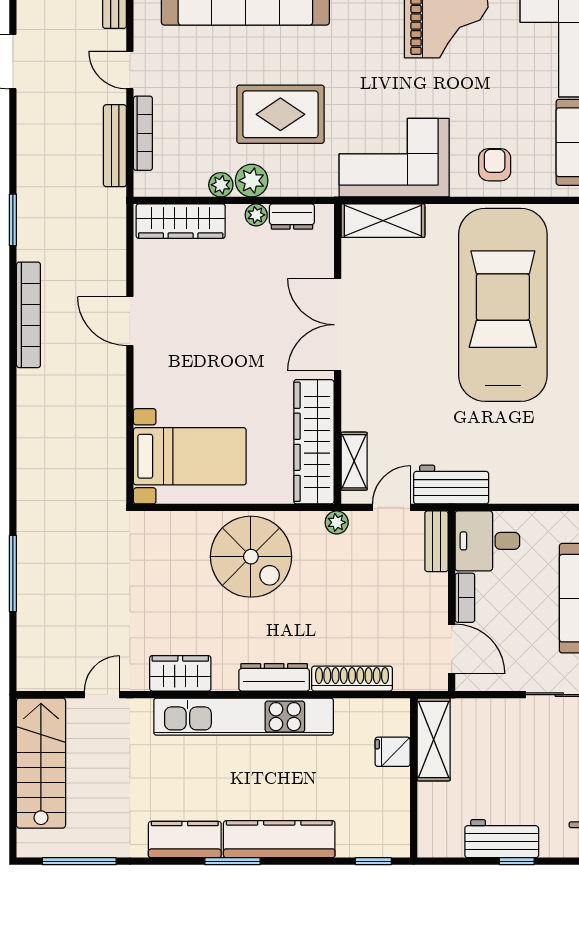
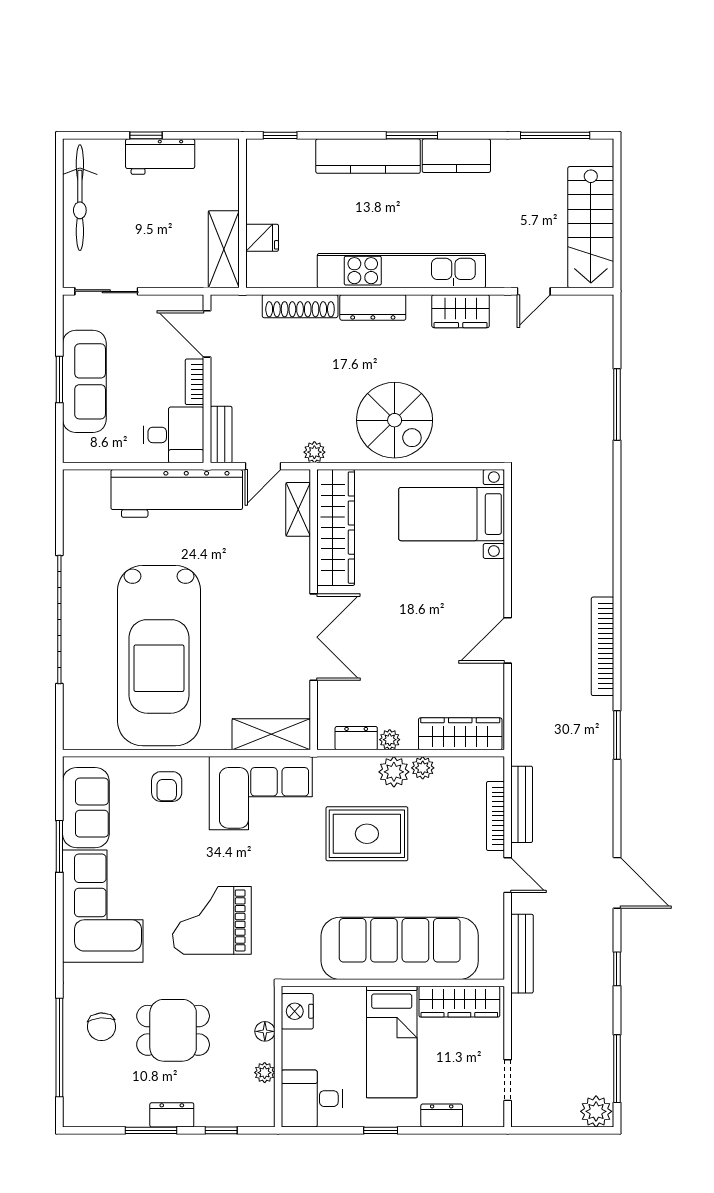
door: (130, 321) -> (508, 640), swing flipped
workbench: (451, 485) -> (177, 493), width x1.88, depth x1.32
spiral stairs: (251, 557) -> (395, 420), turned 180

